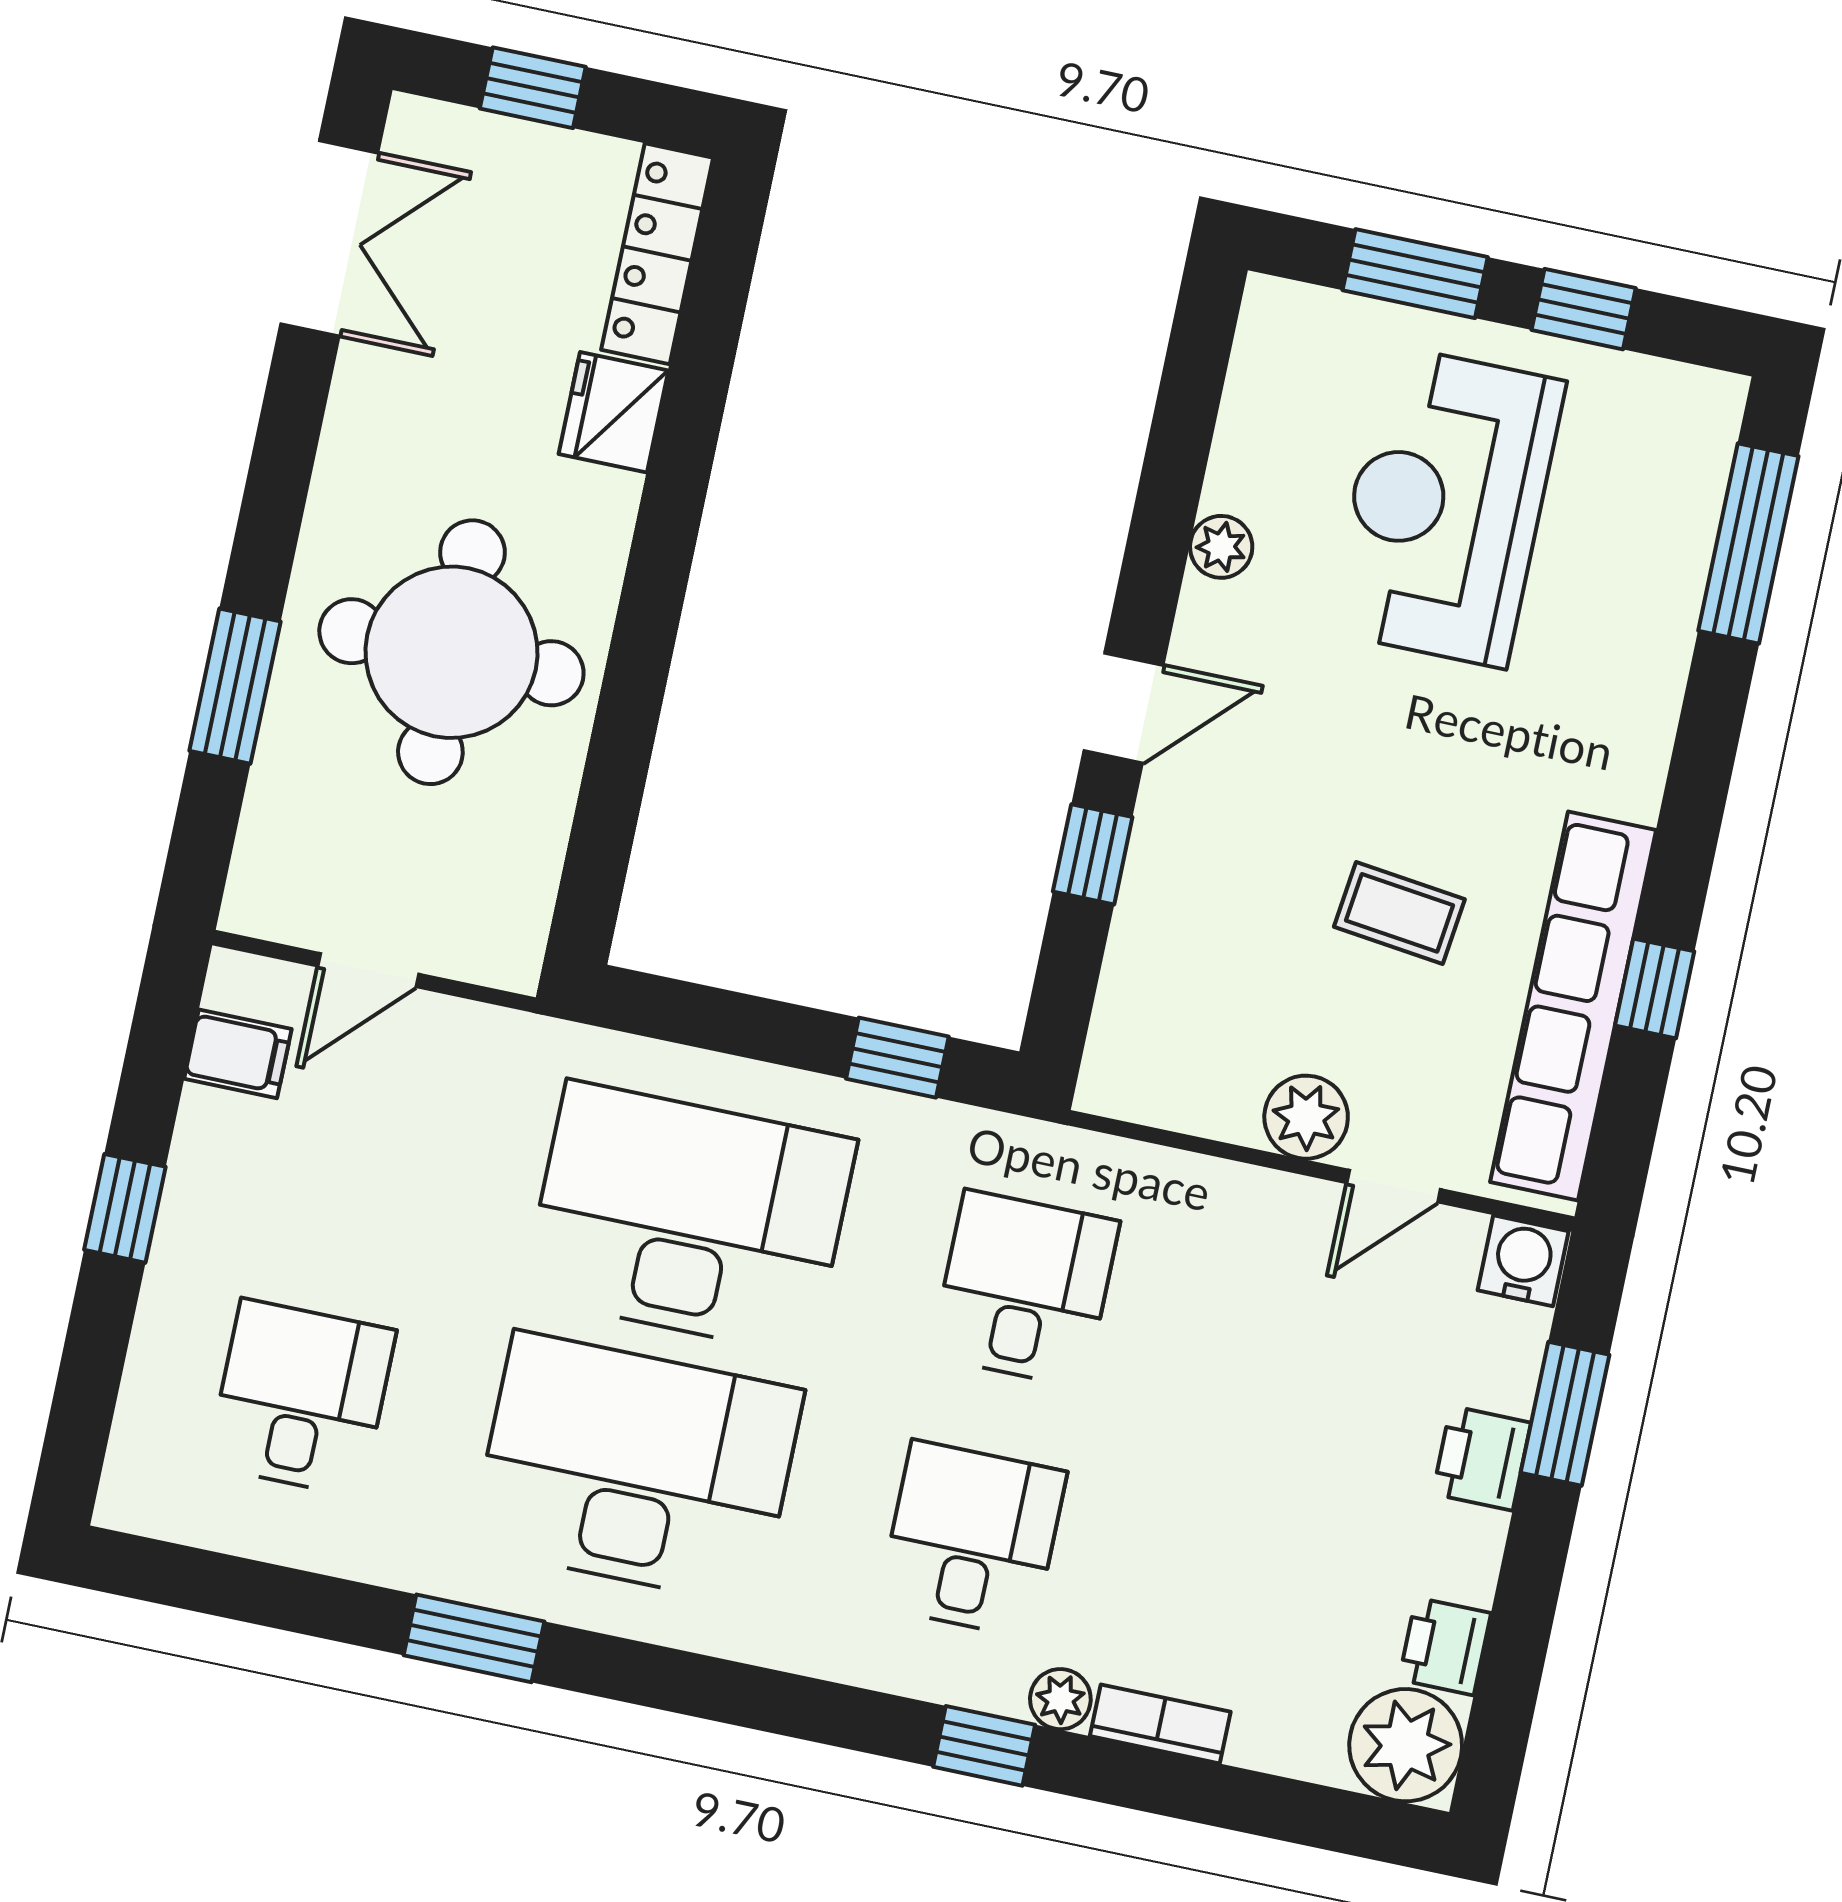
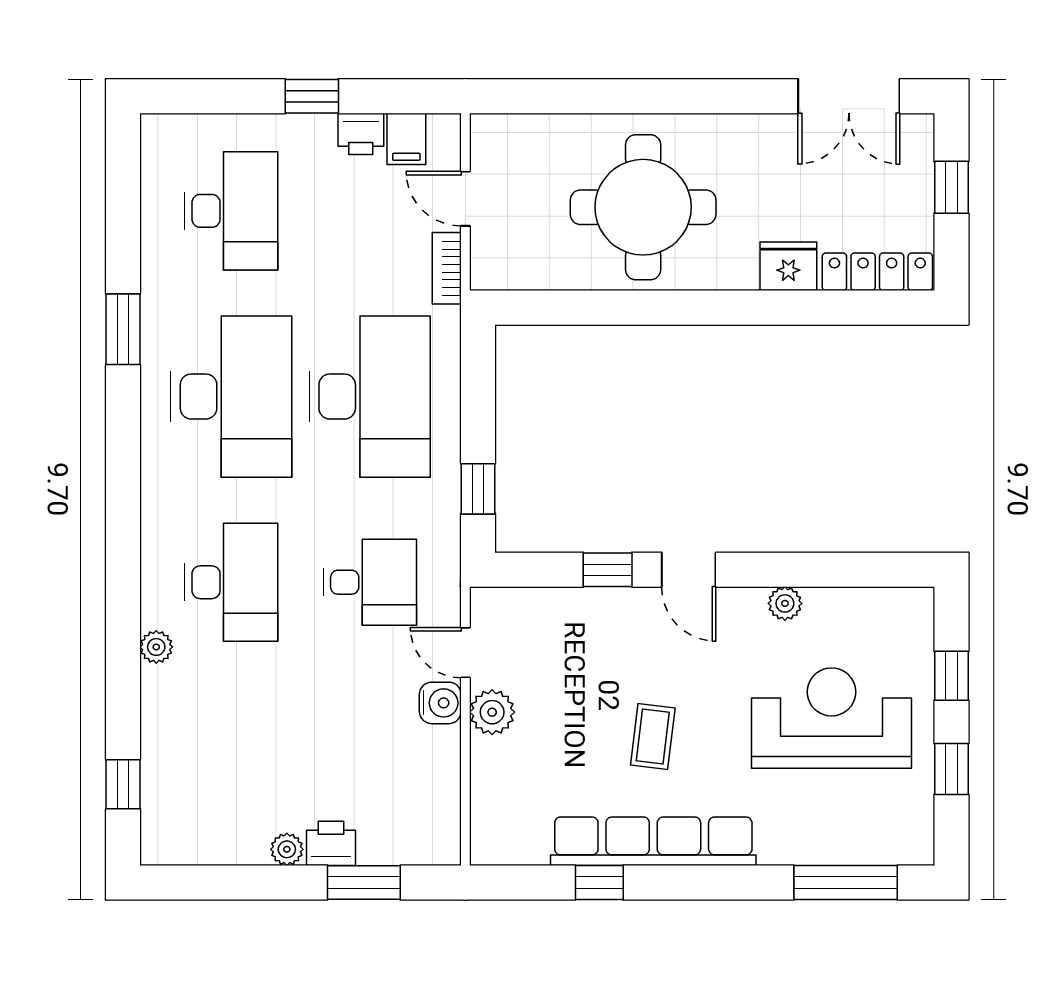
window: (1415, 274) -> (951, 676), width x0.67
window: (235, 686) -> (601, 96), removed
coffee table: (1399, 913) -> (653, 736), moved
row of seats: (1573, 1006) -> (653, 841), moved
door: (1394, 1186) -> (465, 653), moved
water cooler: (1523, 1261) -> (440, 703), moved
desk: (301, 1398) -> (231, 211), width x1.37
desk: (972, 1539) -> (231, 582), width x1.37
printer: (1445, 1646) -> (361, 134), moved, turned 180
bookcase: (1160, 1724) -> (447, 268), moved, turned 180
plant: (1406, 1745) -> (287, 849), moved, width x0.53, depth x0.53
window: (984, 1746) -> (123, 784), moved

